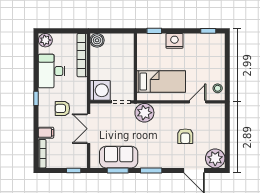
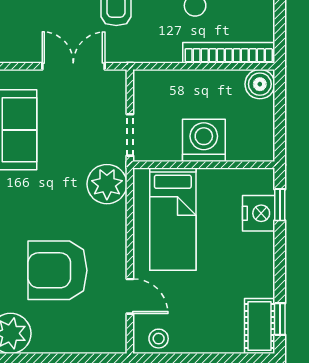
cot: (212, 40) -> (260, 326), added
nightstand: (174, 41) -> (259, 213), moved
washing machine: (100, 90) -> (204, 140), moved, turned 180
armchair: (185, 136) -> (57, 270), width x1.88, depth x1.88

